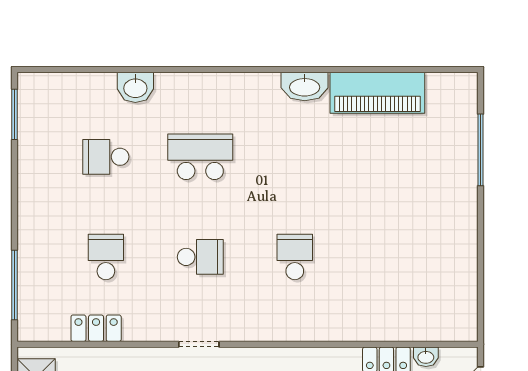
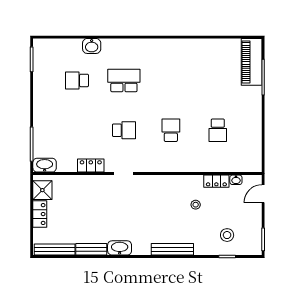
washbasin: (305, 86) -> (45, 165), moved, turned 180
piano: (377, 93) -> (252, 62), moved, turned 90
school desk: (106, 257) -> (218, 130), moved, turned 180
locker: (96, 328) -> (91, 166), moved

